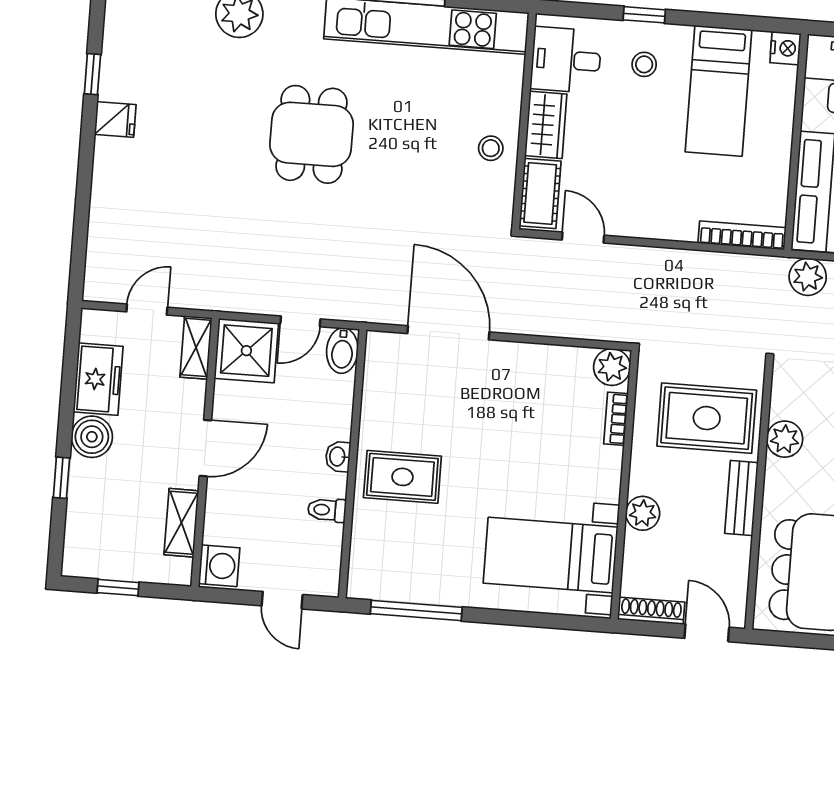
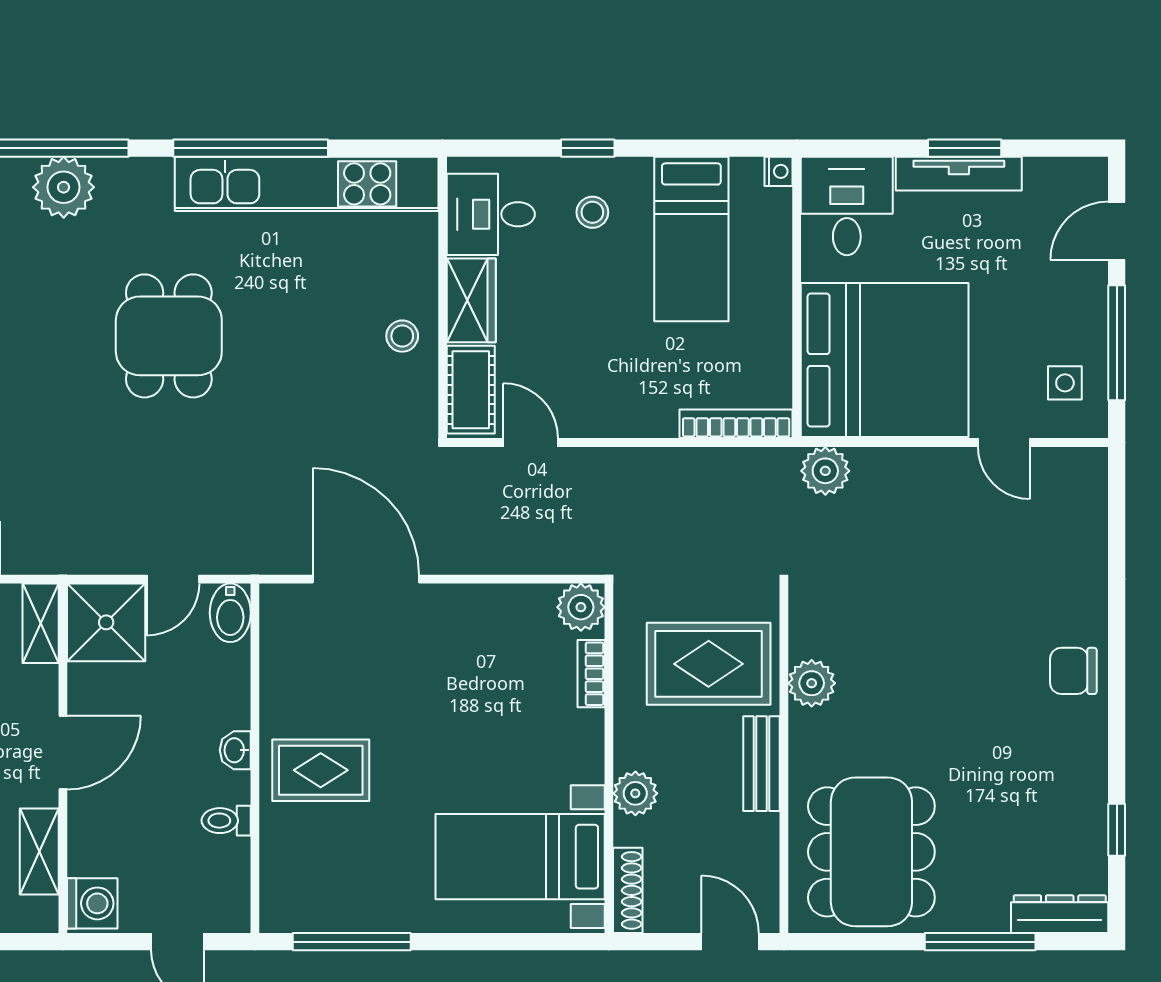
nightstand: (785, 48) -> (779, 171), width x0.72, depth x0.74
shoe rack: (651, 611) -> (628, 890), moved, turned 90

